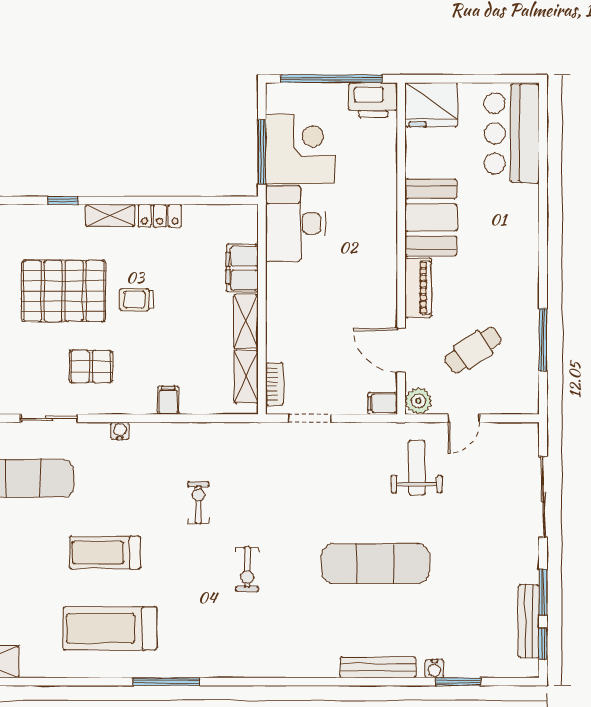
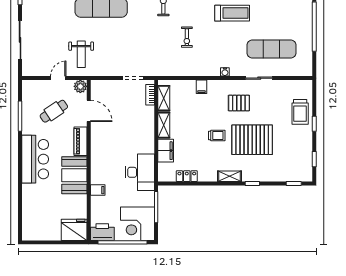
bar counter: (512, 133) -> (35, 159), moved
corner desk: (300, 149) -> (138, 224), moved
locker: (160, 216) -> (187, 176), moved
filing cabinet: (383, 403) -> (98, 190), moved

